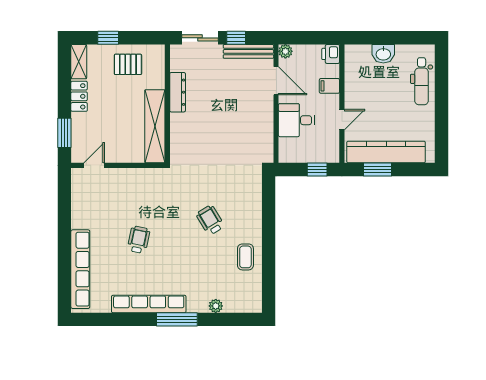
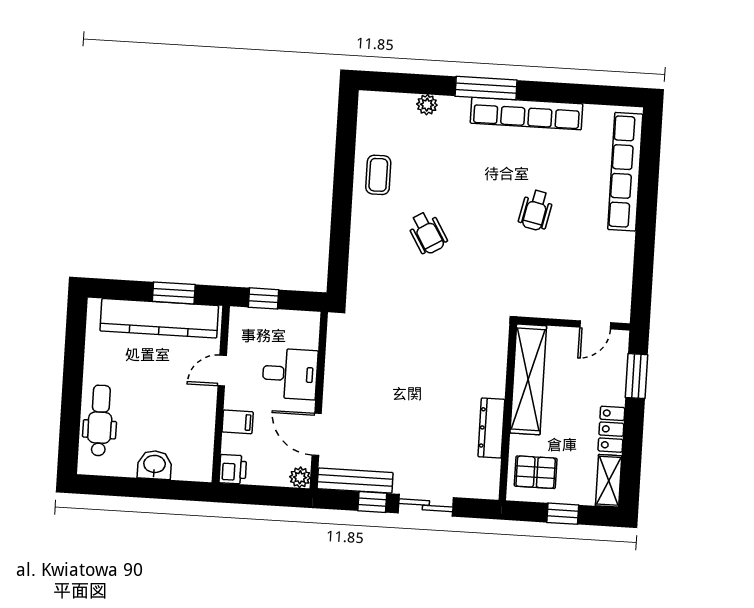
dresser: (178, 92) -> (491, 428), moved
wall: (167, 104) -> (508, 412), moved
shelving: (155, 126) -> (528, 379), moved

